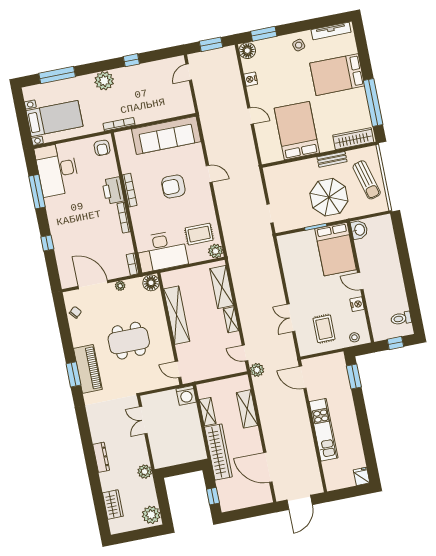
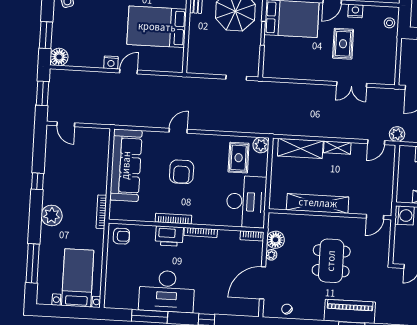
nightstand: (251, 79) -> (111, 62), moved
desk: (57, 169) -> (167, 291), moved
floor lamp: (151, 283) -> (276, 240), moved
rug: (324, 329) -> (343, 44), moved, turned 90

